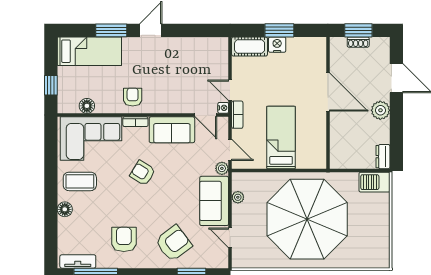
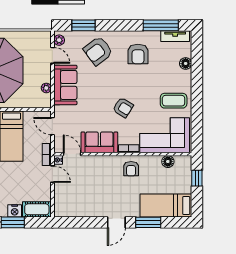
plant: (222, 168) -> (59, 40), moved
floor lamp: (65, 209) -> (186, 63), moved

